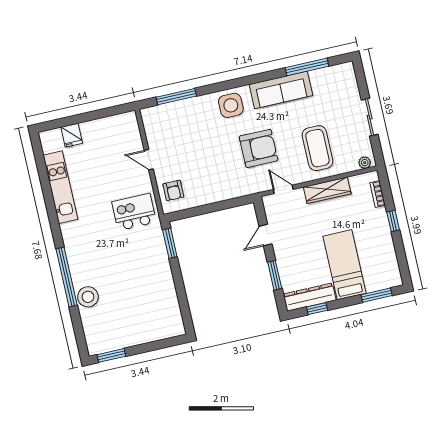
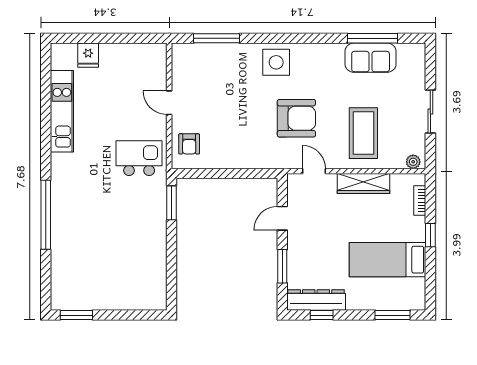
sofa: (281, 90) -> (371, 58), moved, width x0.73
bed: (344, 265) -> (388, 260), moved, turned -90
stool: (88, 297) -> (65, 243), removed

